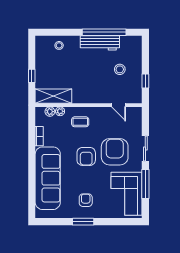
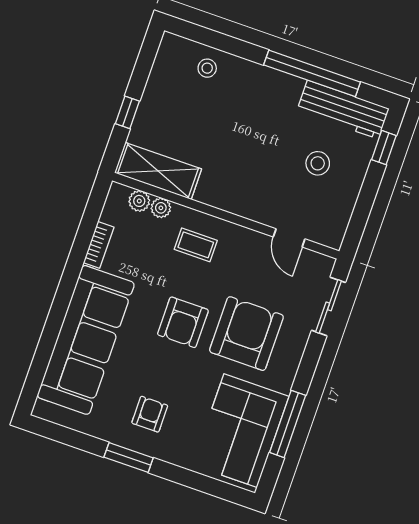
workbench: (100, 43) -> (343, 110), moved
window: (145, 81) -> (384, 148), moved
sliding door: (145, 149) -> (329, 306), moved

